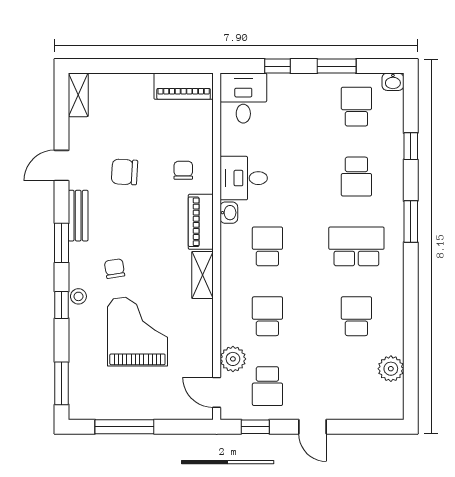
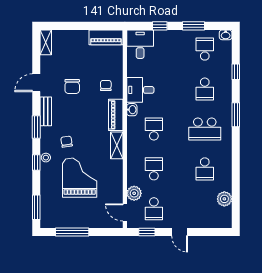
chair: (125, 172) -> (72, 86), turned -93
school desk: (356, 246) -> (205, 129), turned 180
school desk: (356, 316) -> (205, 169), turned 180

